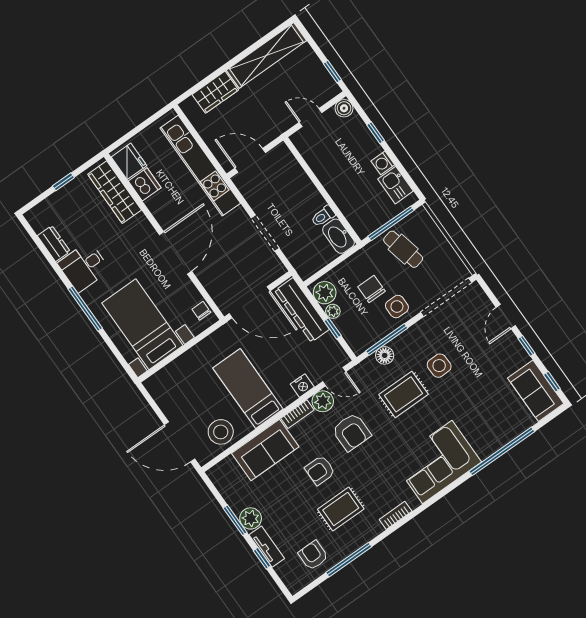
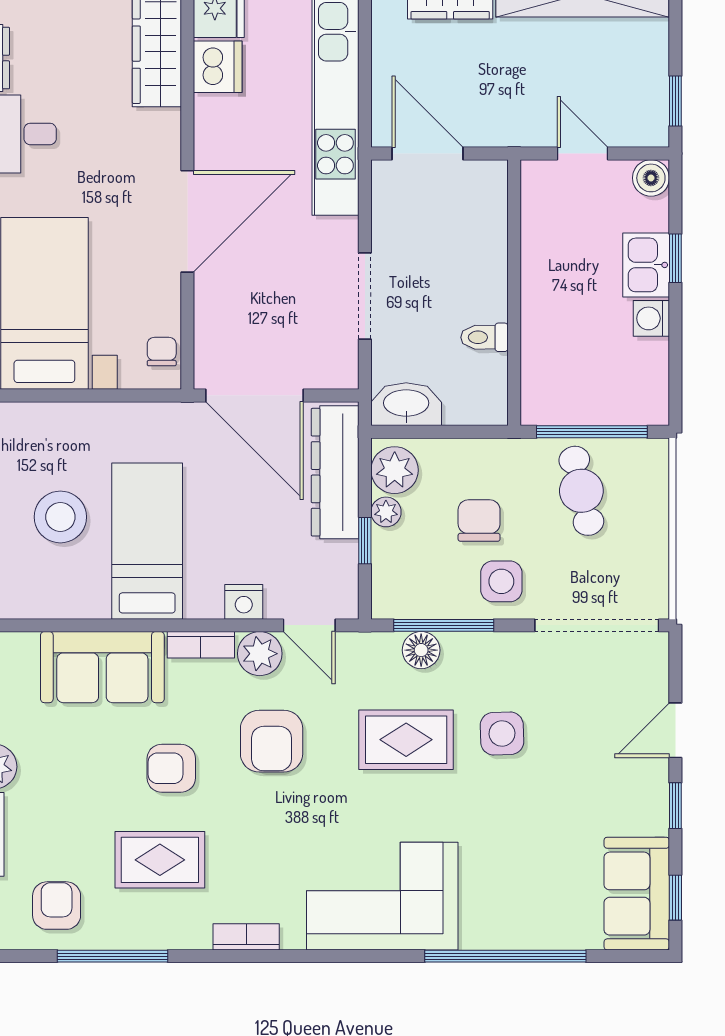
kitchen sink: (396, 185) -> (646, 265), moved
washbasin: (338, 236) -> (406, 404), moved, turned 90
stool: (221, 432) -> (60, 517), moved

